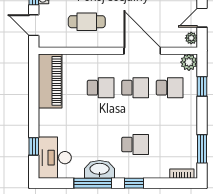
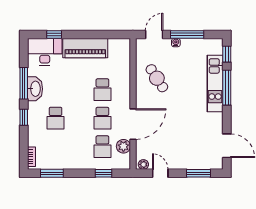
cafe table: (87, 22) -> (157, 78), turned -33
plant: (189, 62) -> (123, 146), moved
piano: (50, 81) -> (85, 48), moved

